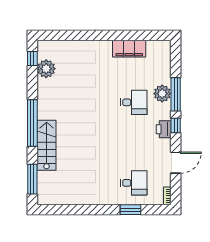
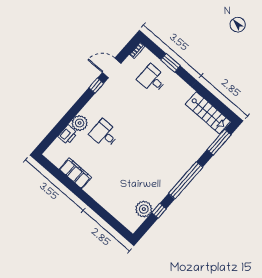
window: (32, 59) -> (159, 211), moved
window: (176, 94) -> (71, 114), removed
window: (176, 125) -> (96, 86), moved
printer: (164, 129) -> (68, 135), moved
stairs: (47, 145) -> (208, 113), moved, turned -90

